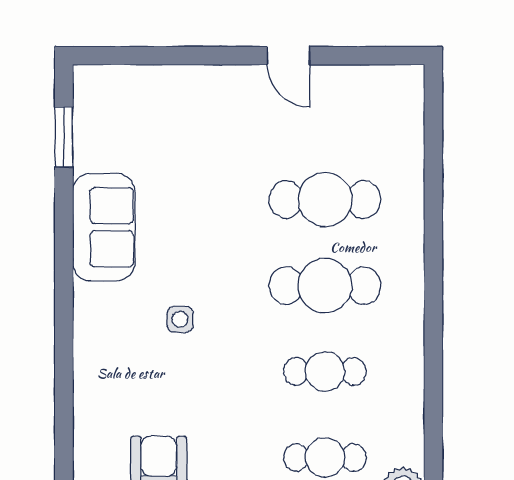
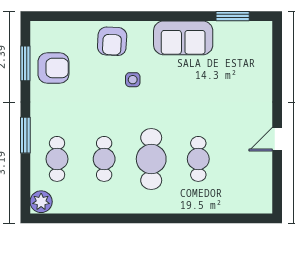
cafe table: (325, 200) -> (198, 159), width x0.73, depth x0.74
armchair: (110, 357) -> (112, 41), added

